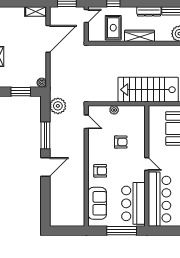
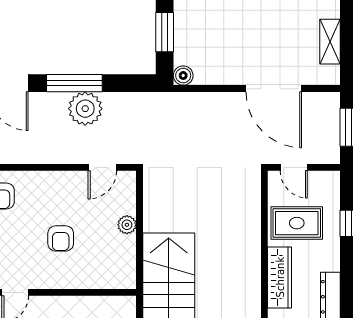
shelving: (36, 12) -> (330, 42), moved
door: (86, 16) -> (294, 167), moved
plant: (58, 106) -> (85, 109), moved

